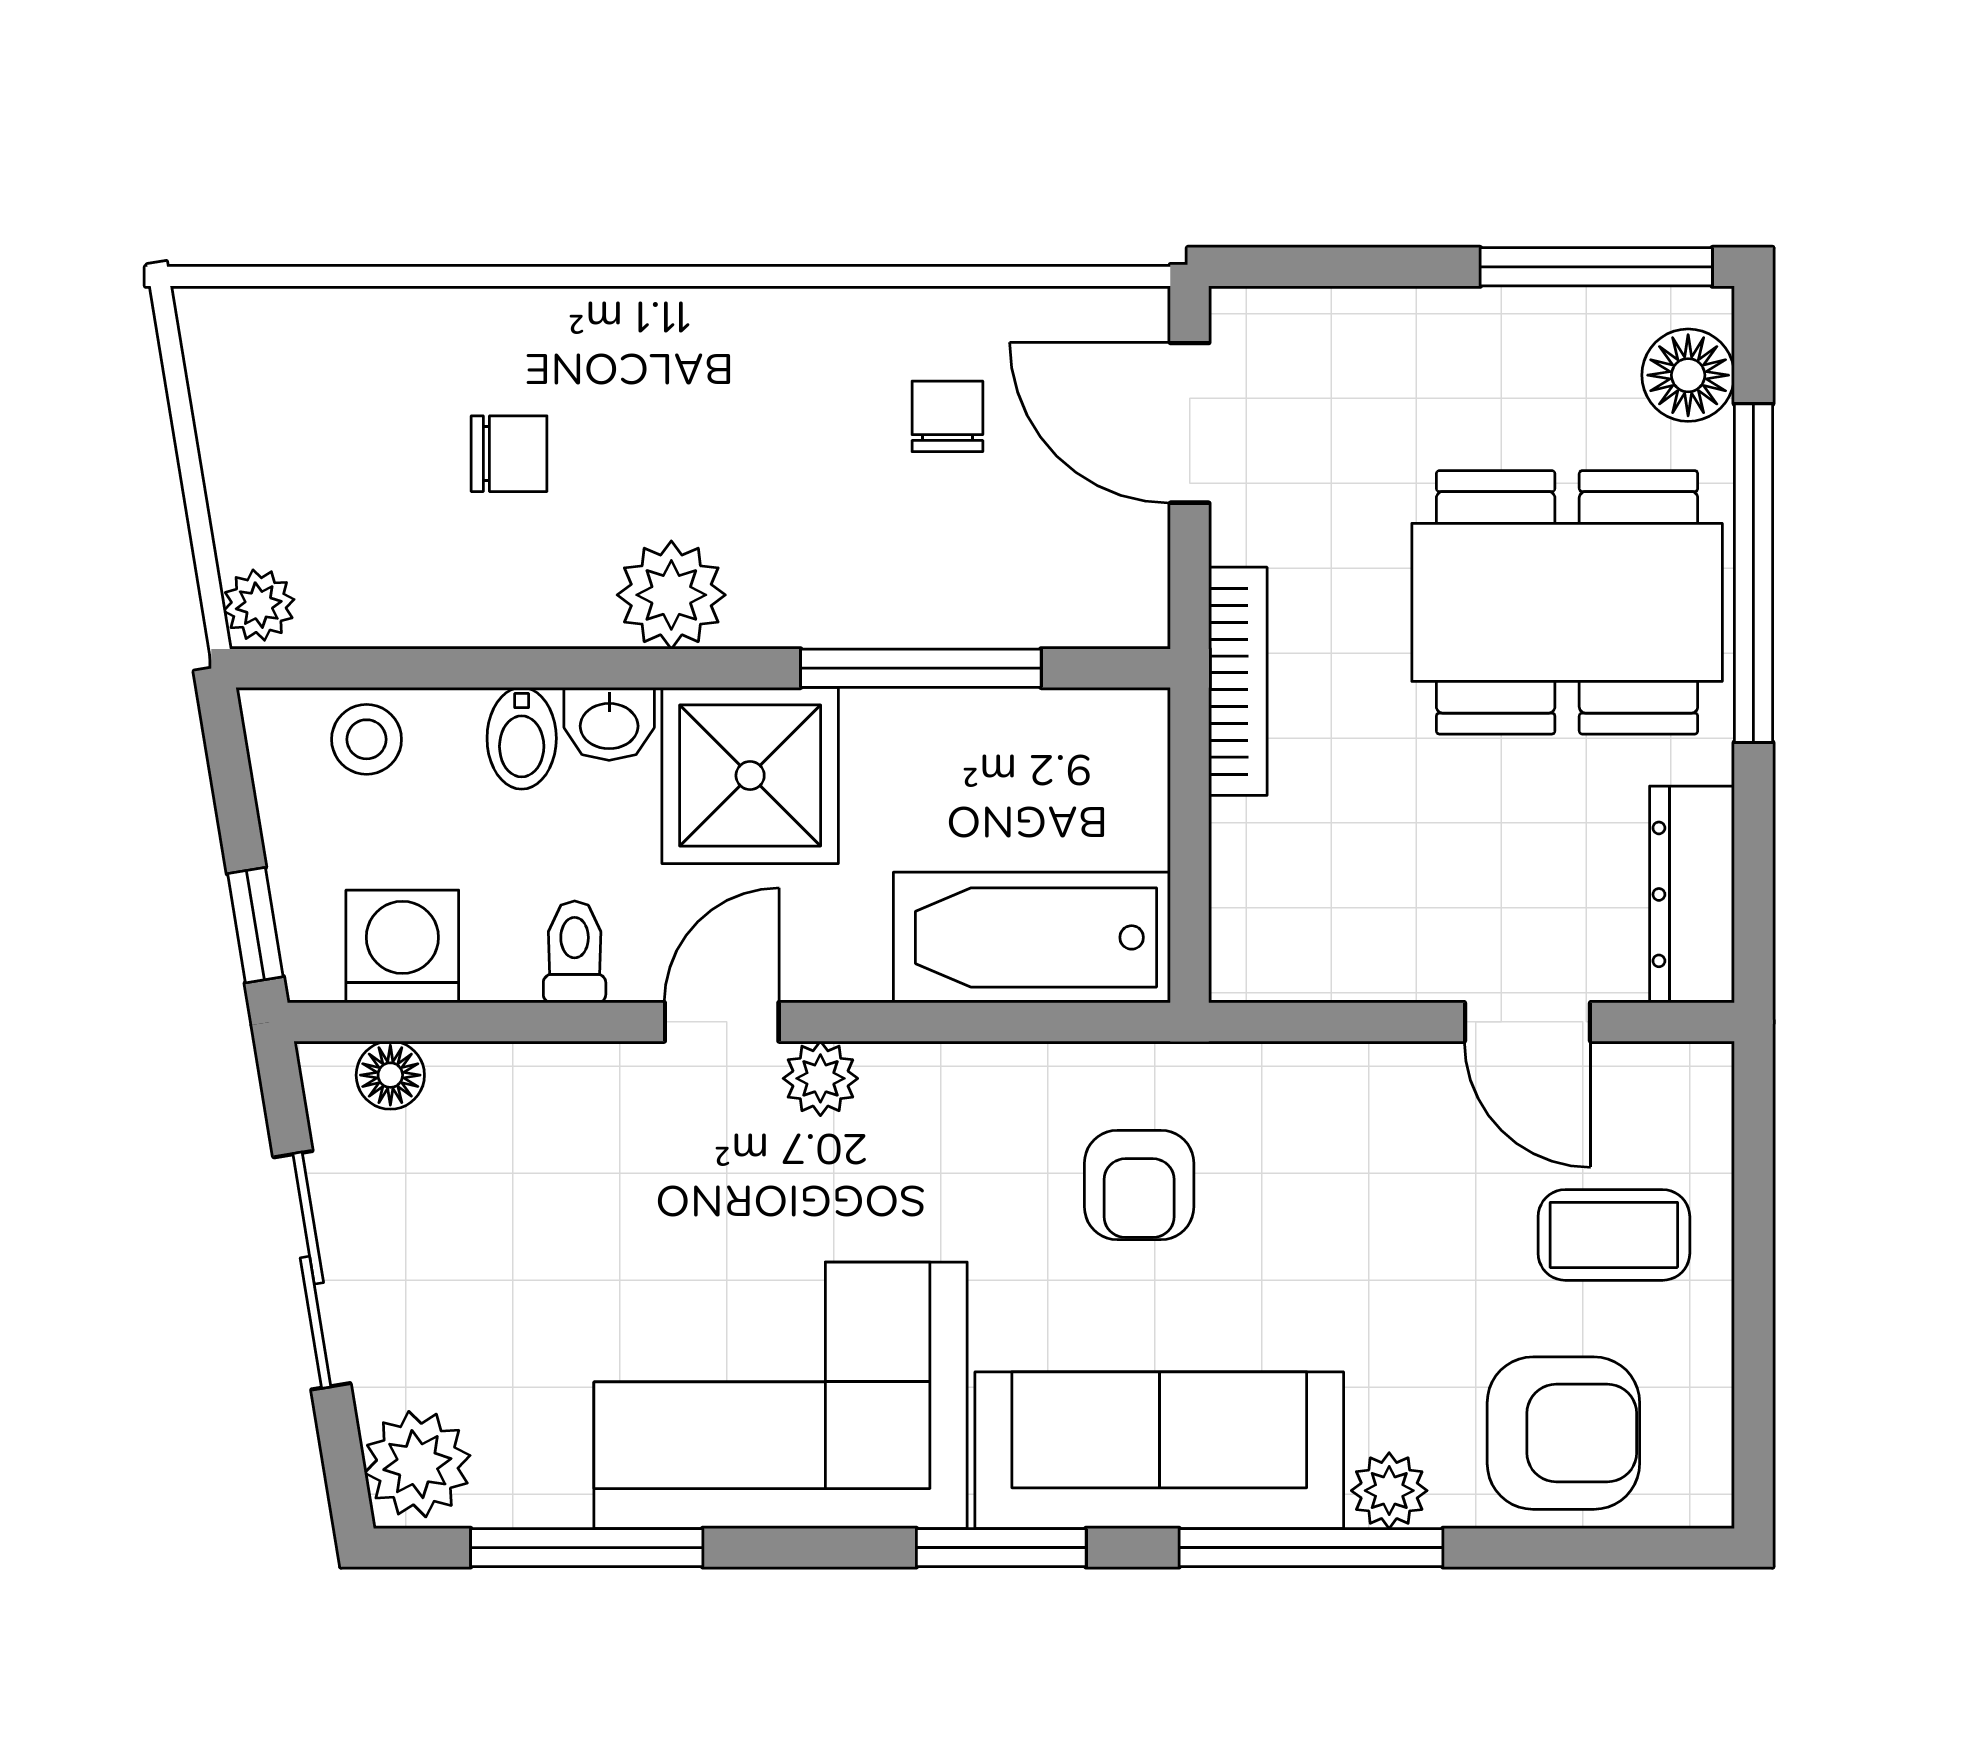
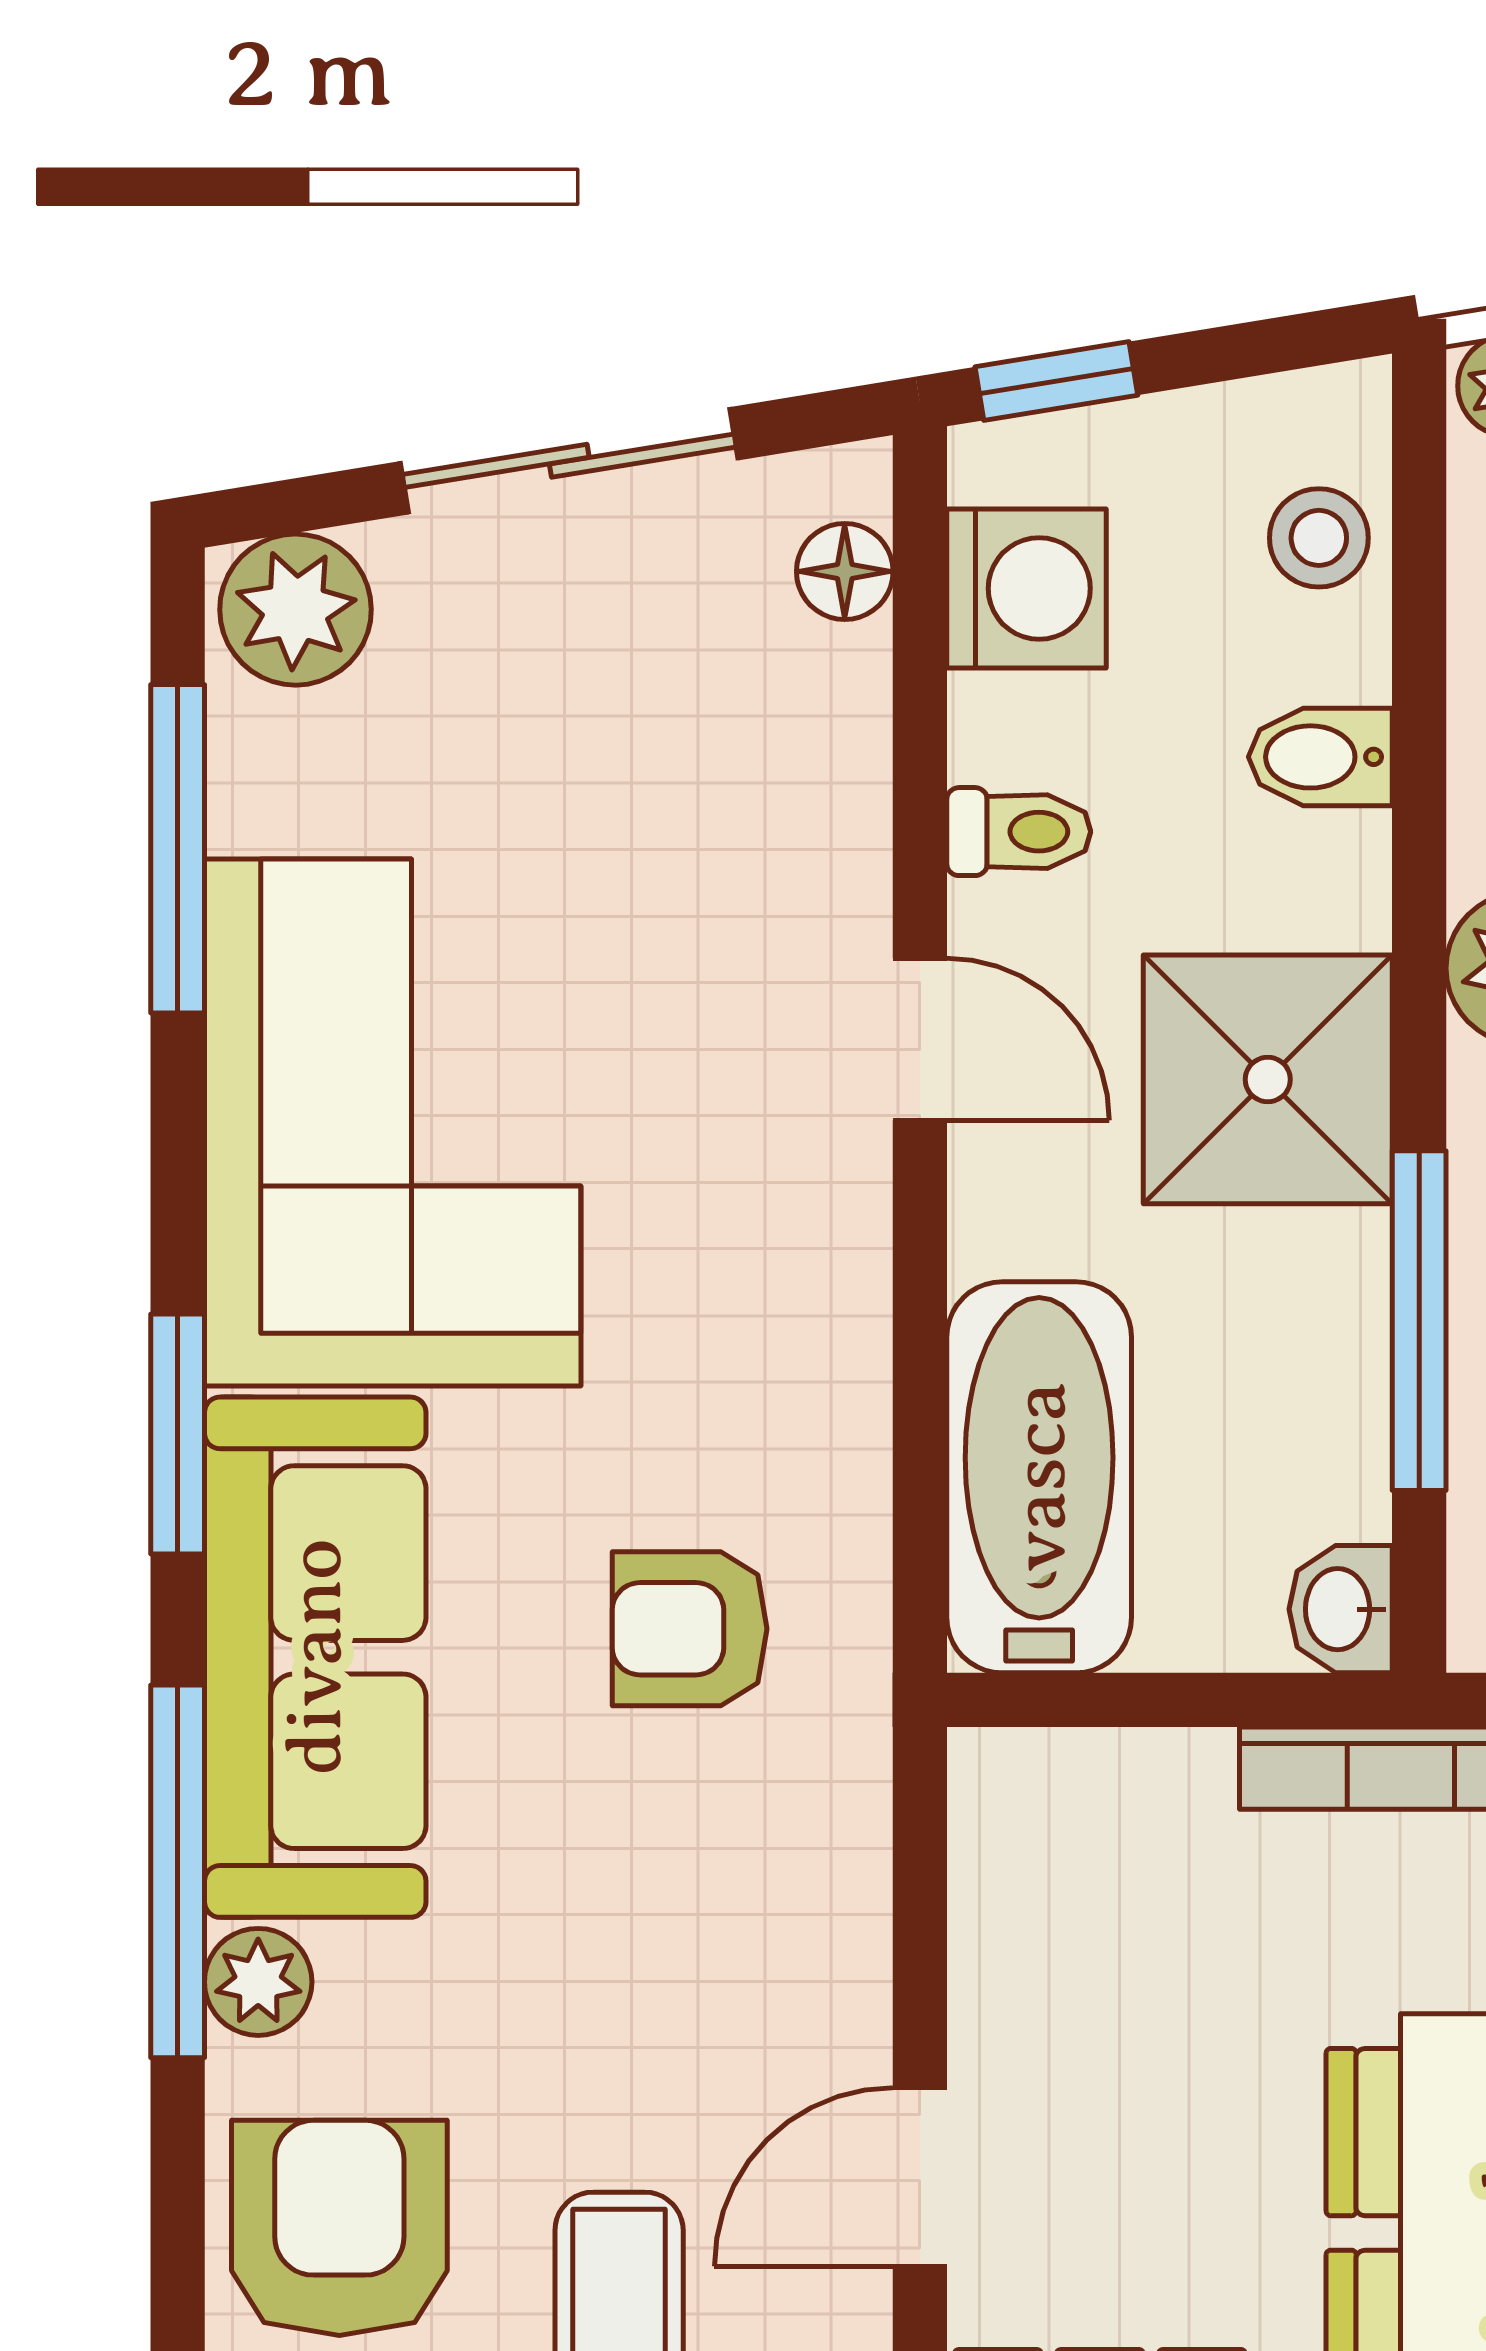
washbasin: (609, 724) -> (1341, 1609), moved
plant: (820, 1078) -> (840, 1179), removed
armchair: (1563, 1433) -> (339, 2228), turned 180

